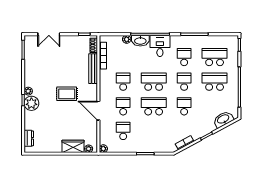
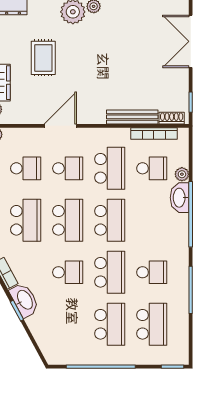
double door: (49, 34) -> (191, 41), width x1.37
desk: (160, 46) -> (171, 231), removed
school desk: (123, 57) -> (152, 168), added
school desk: (123, 82) -> (110, 168), width x1.85
school desk: (184, 82) -> (110, 272), width x1.85
rug: (67, 94) -> (43, 58), moved
washbasin: (223, 119) -> (24, 300), moved
school desk: (154, 131) -> (26, 220), added

